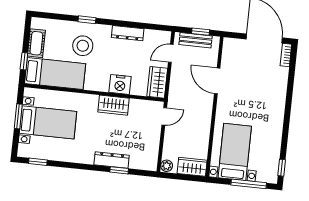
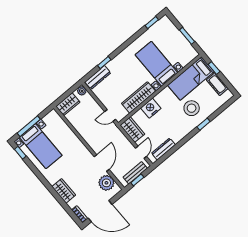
dresser: (128, 33) -> (163, 149), moved
plant: (232, 58) -> (106, 183), added
door: (217, 81) -> (102, 163), hinge flipped
wardrobe: (278, 91) -> (64, 191), added
wardrobe: (114, 105) -> (139, 97), width x1.50
door: (164, 116) -> (110, 116), hinge flipped
bed with nightstands: (48, 122) -> (156, 64), moved, turned 90
bed with nightstands: (235, 152) -> (41, 146), moved
dresser: (112, 160) -> (98, 77), moved

